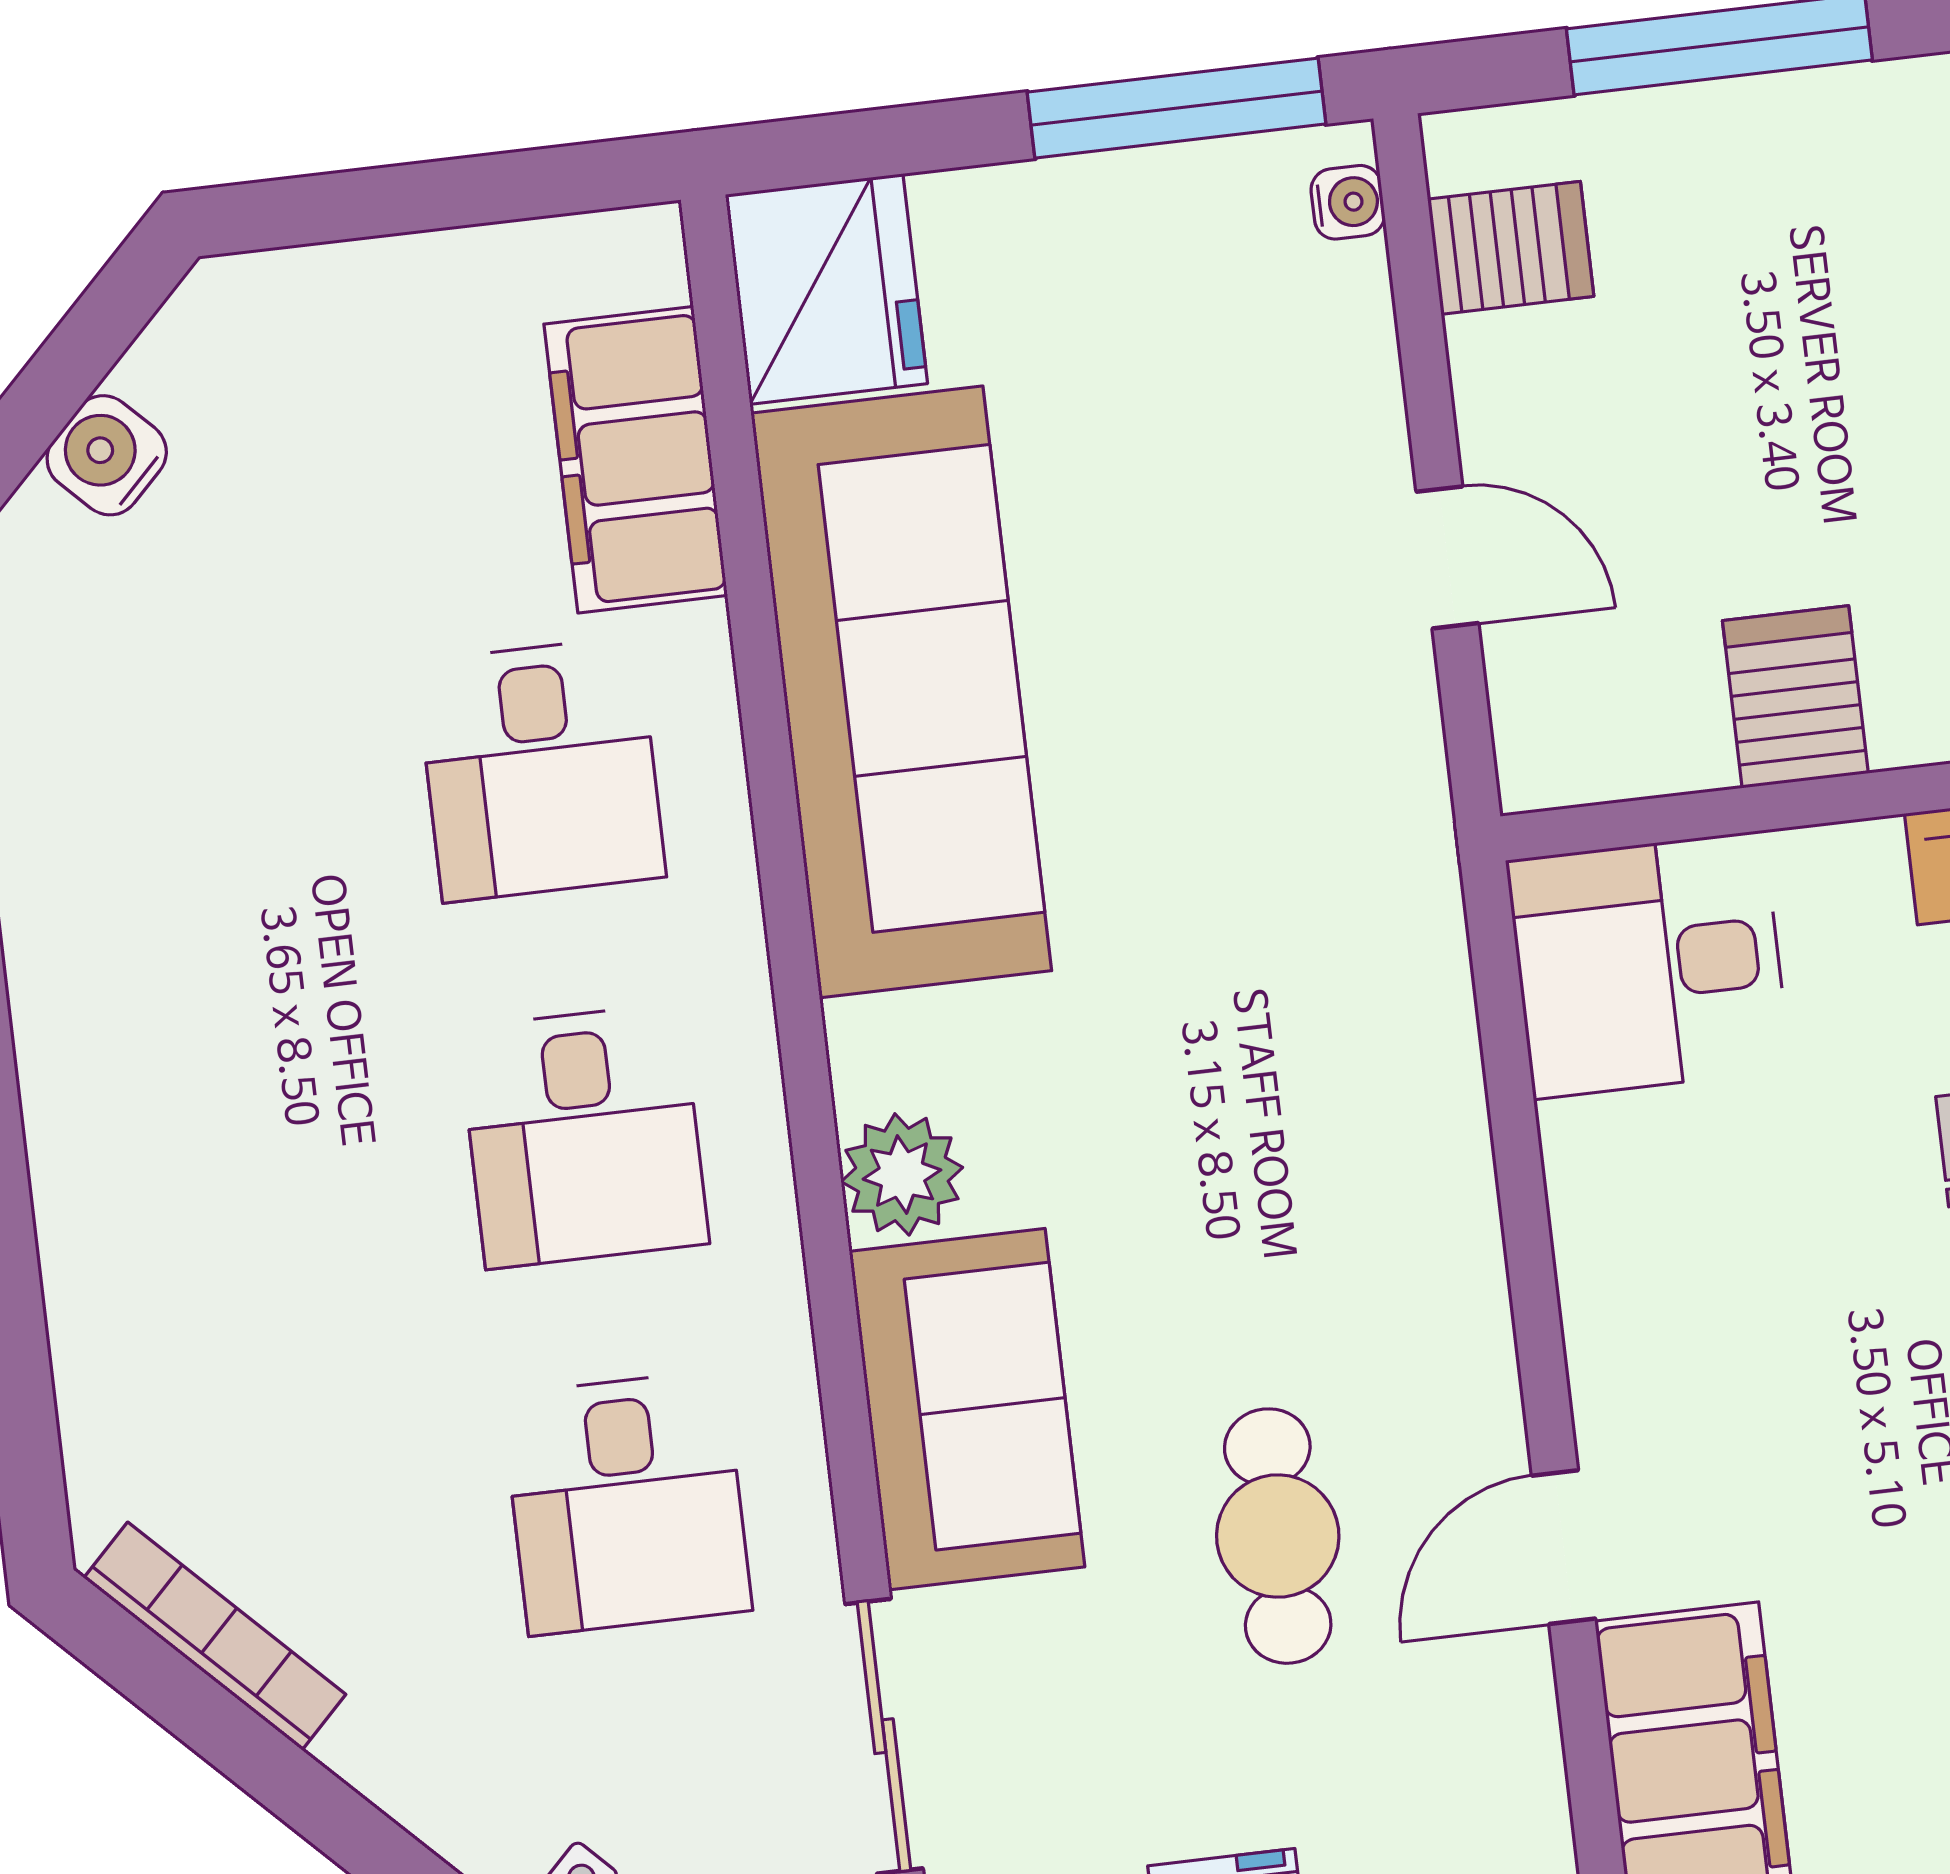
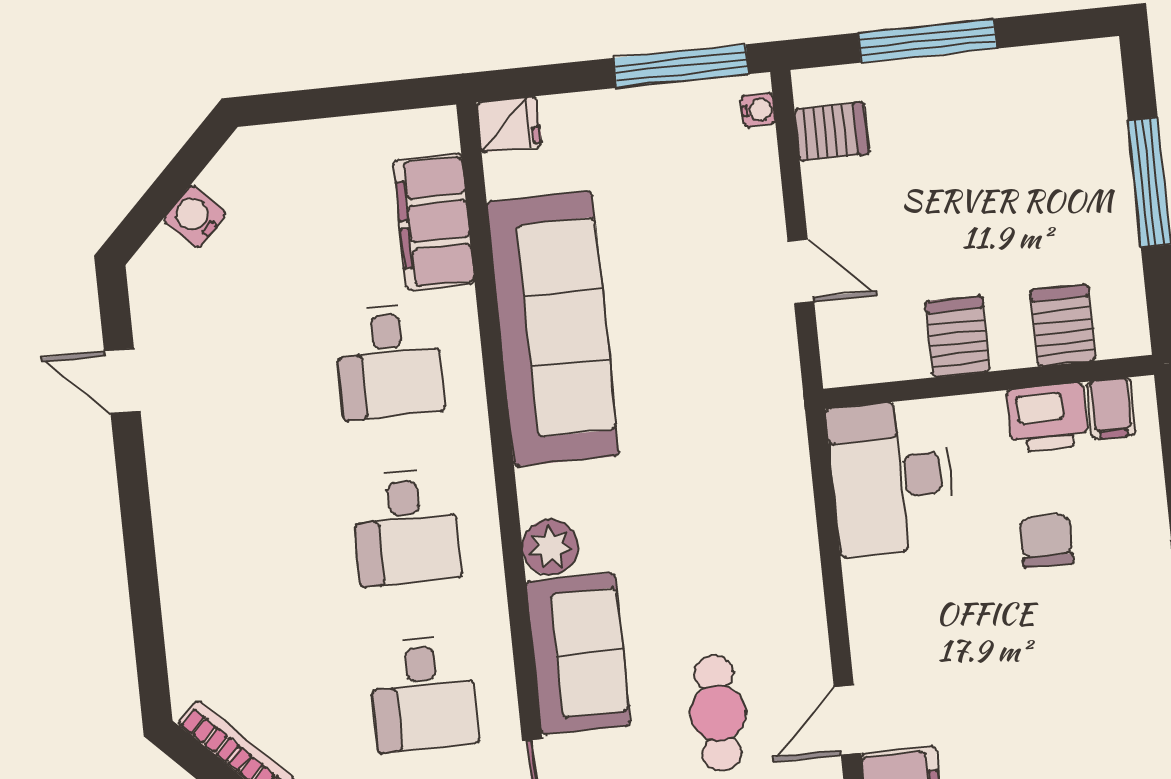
fridge: (826, 289) -> (509, 124), width x0.53, depth x0.75
desk: (1648, 965) -> (891, 477), width x1.37

